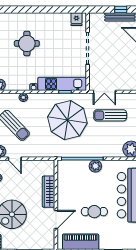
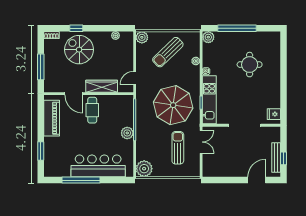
double door: (104, 92) -> (201, 142), swing flipped
door: (15, 159) -> (135, 78), moved
cafe table: (94, 212) -> (92, 110), moved

